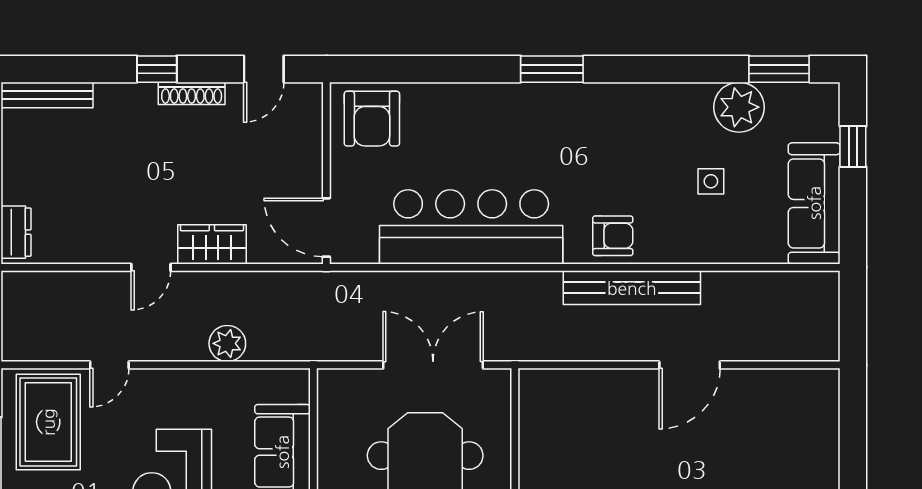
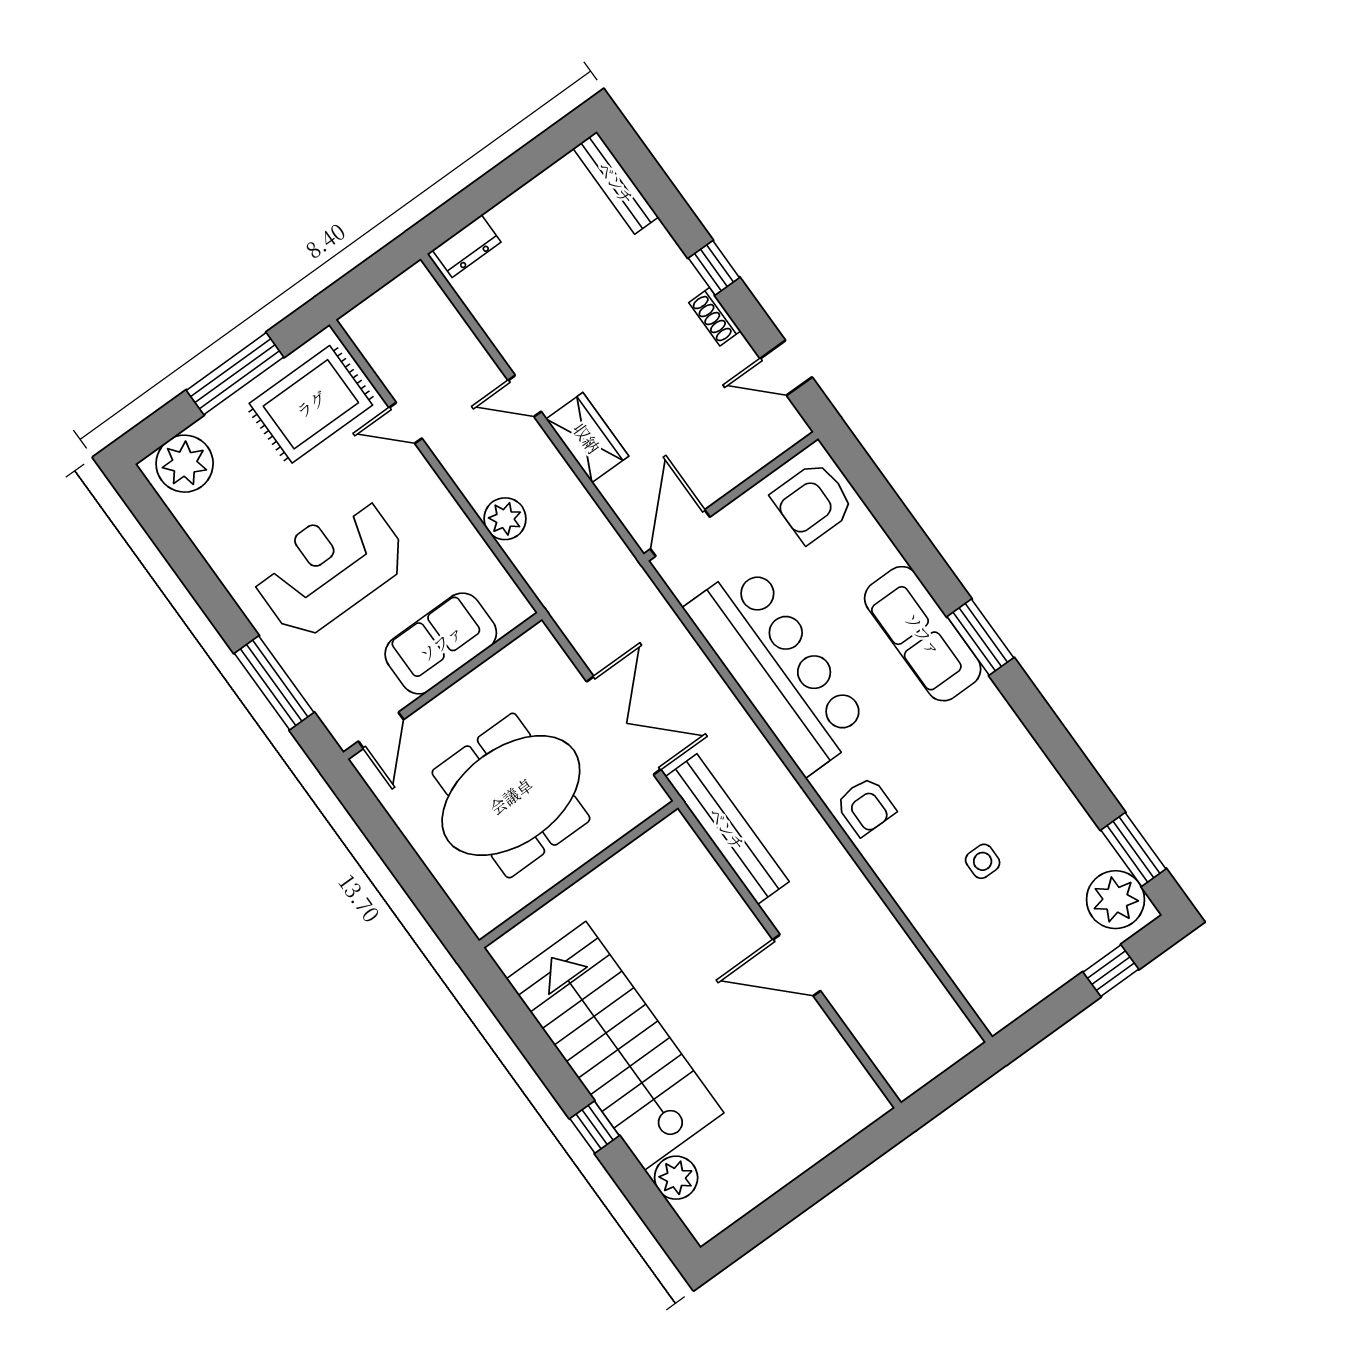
shoe rack: (192, 93) -> (715, 317), width x0.70
plant: (739, 107) -> (1115, 900), moved
sofa: (814, 203) -> (923, 634), moved, turned -90
bench: (632, 288) -> (727, 829), moved

